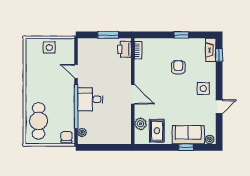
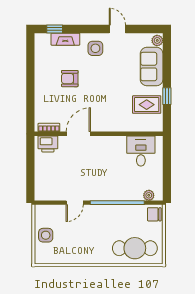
window: (108, 35) -> (30, 164), removed
window: (181, 35) -> (30, 75), removed
fireplace: (211, 50) -> (65, 39), moved
door: (133, 94) -> (78, 134), moved
desk: (90, 99) -> (141, 151), moved, turned 180
plant: (140, 124) -> (138, 124), removed
window: (186, 147) -> (167, 96), moved

